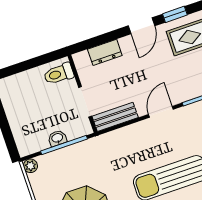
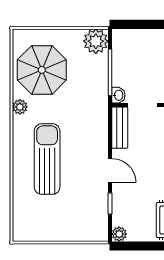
washbasin: (57, 138) -> (118, 95), moved
plant: (30, 166) -> (96, 41), width x1.87, depth x1.87

